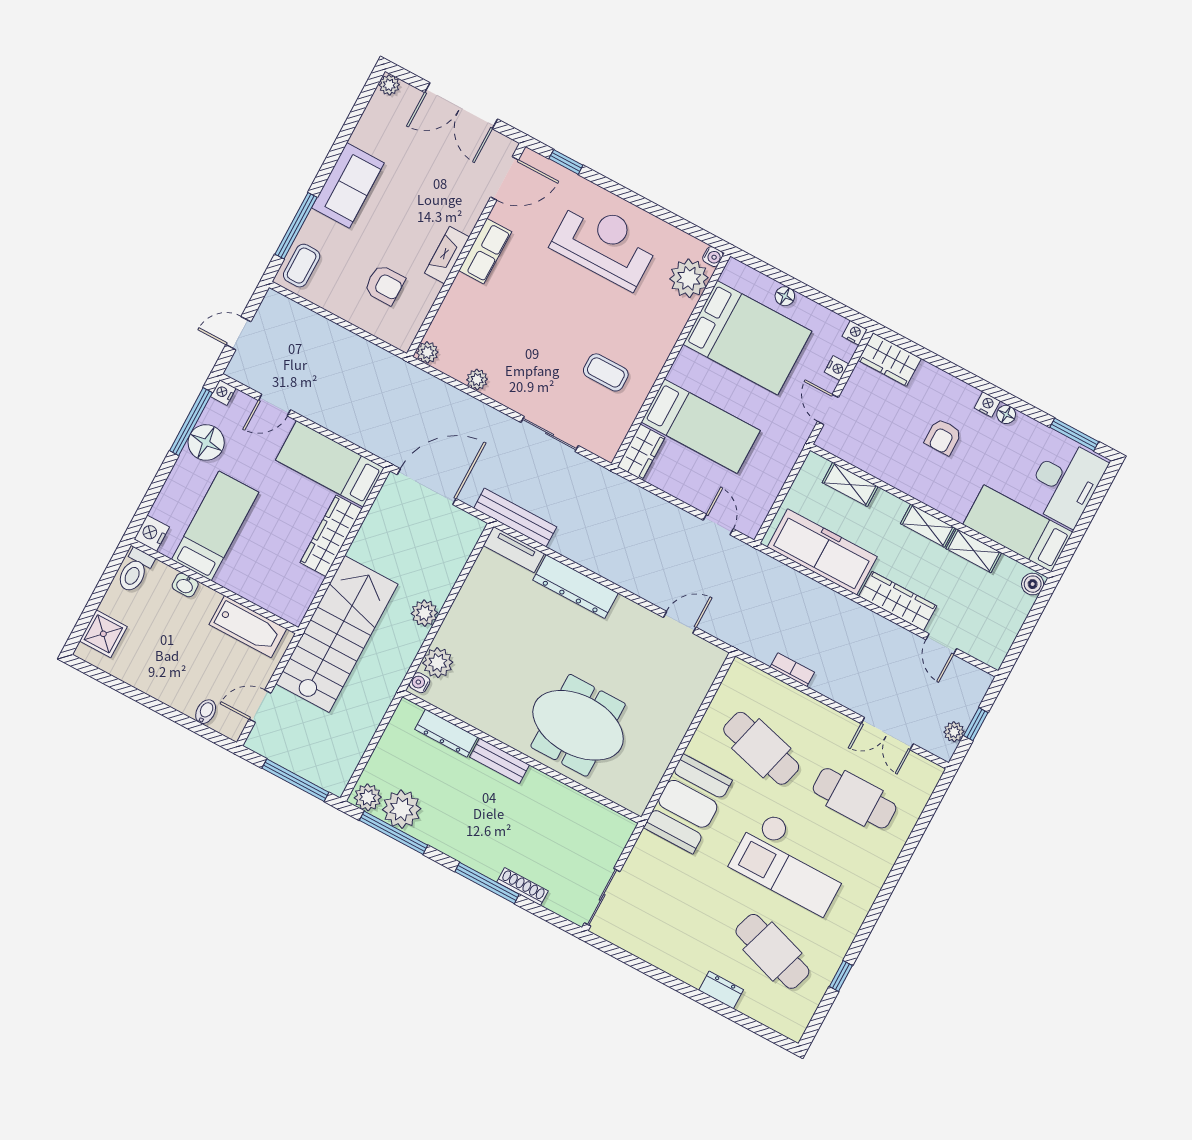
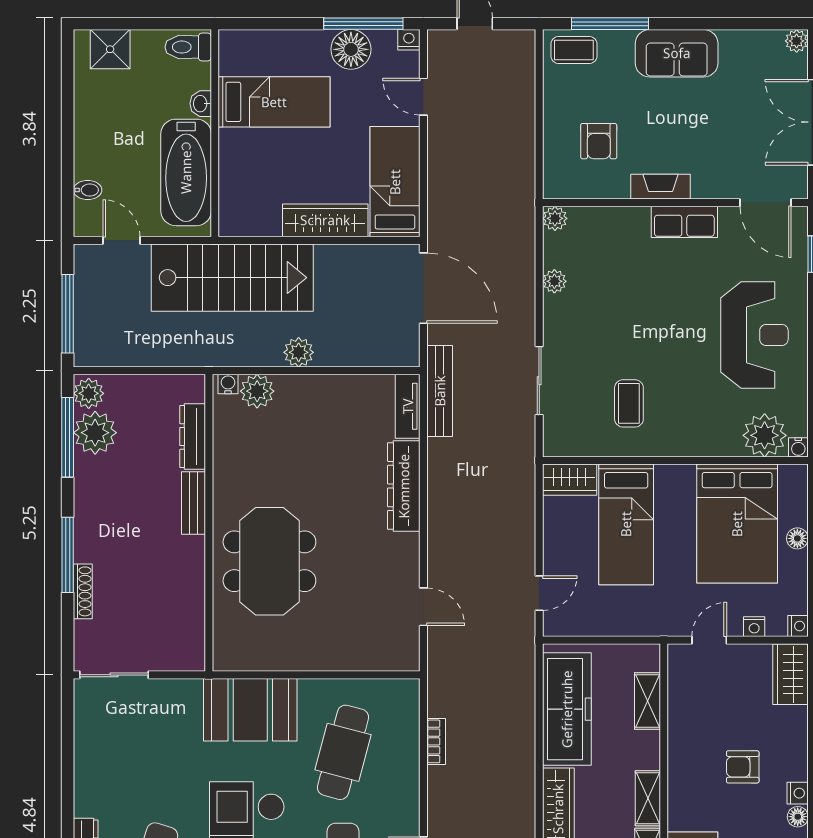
nightstand: (152, 533) -> (234, 44), removed
bathtub: (248, 627) -> (186, 172), width x1.36, depth x1.36

